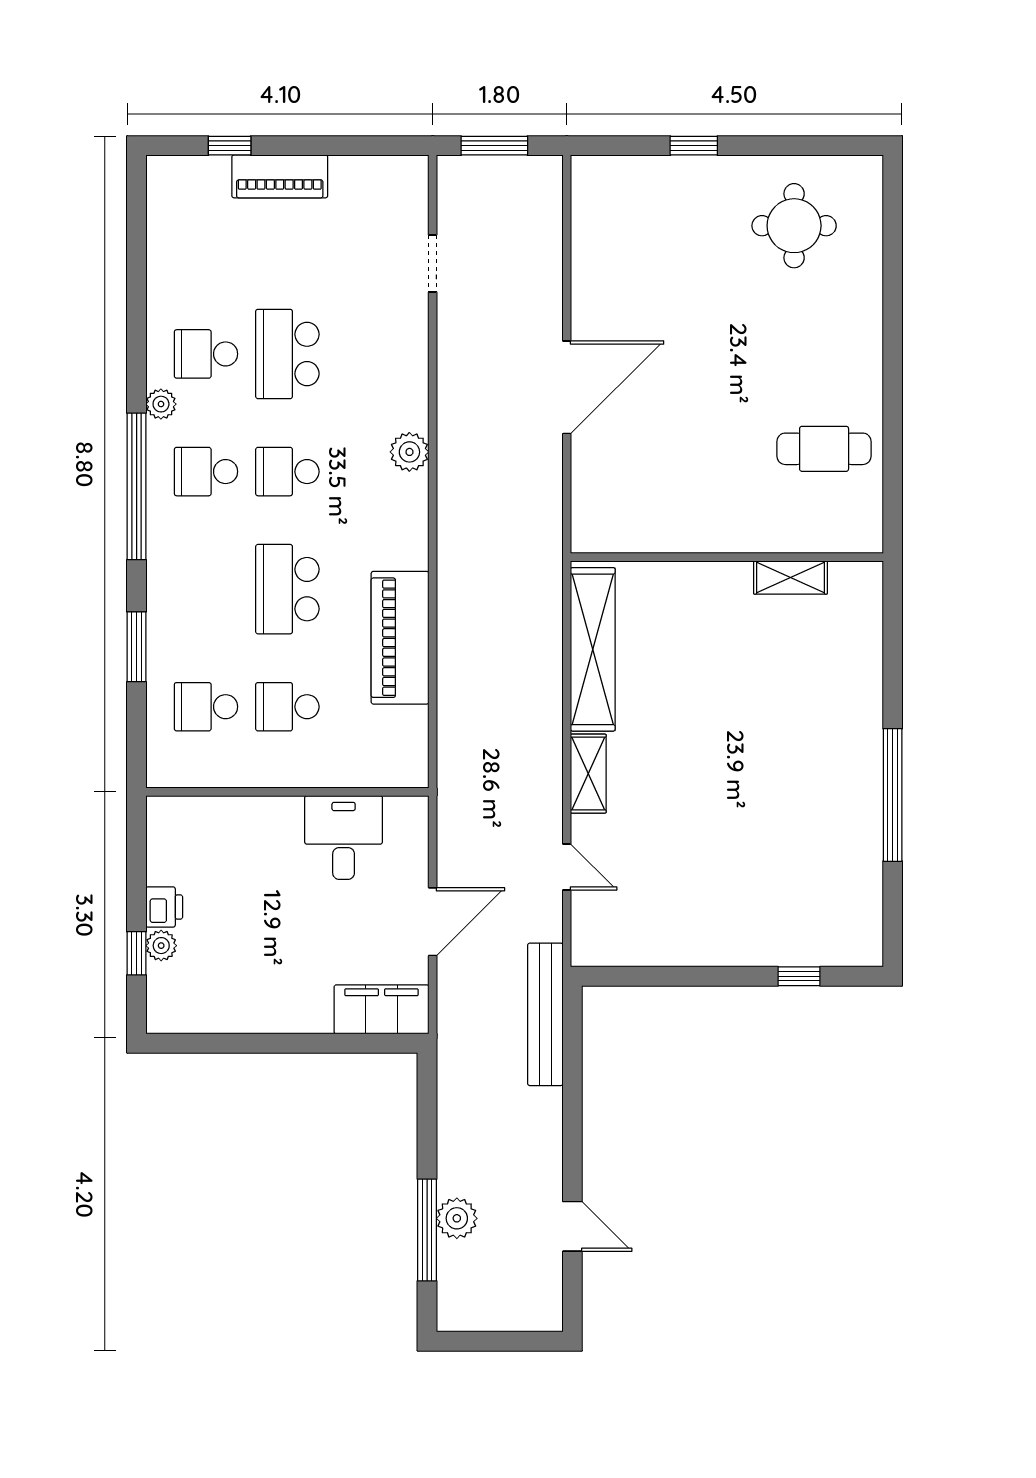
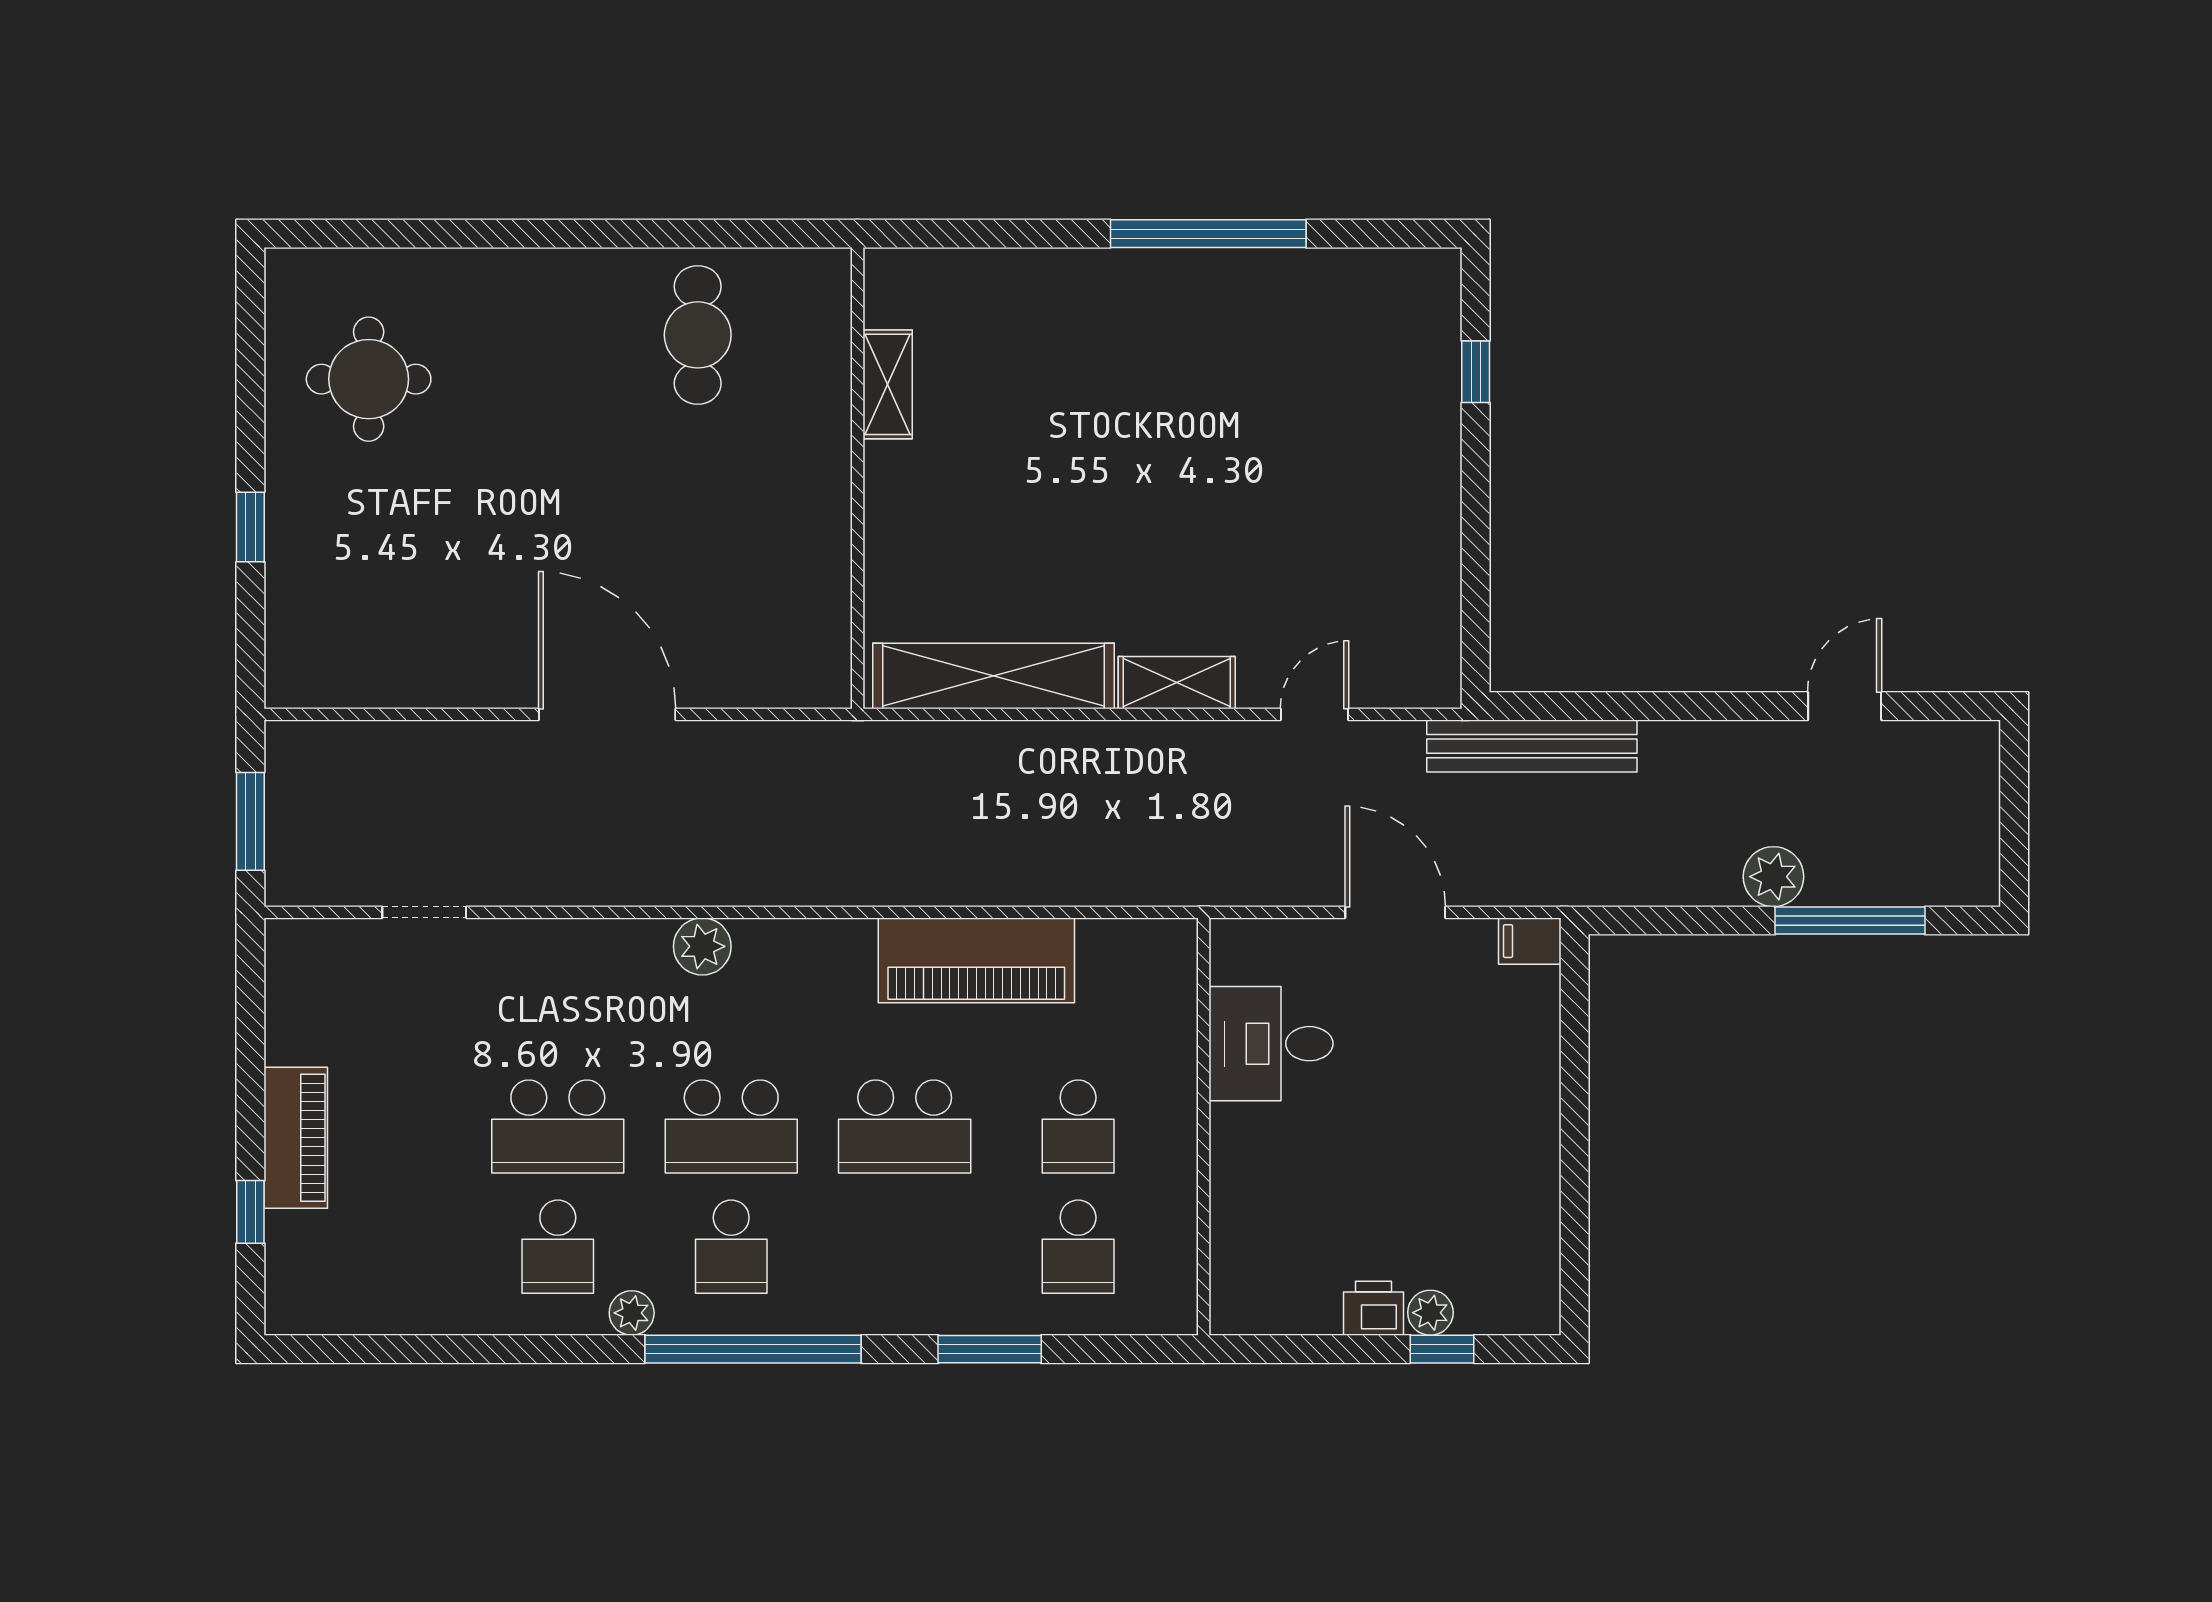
school desk: (287, 472) -> (731, 1127), width x1.85
filing cabinet: (382, 1009) -> (1530, 941), width x0.33, depth x0.86
plant: (457, 1218) -> (1773, 877), moved

